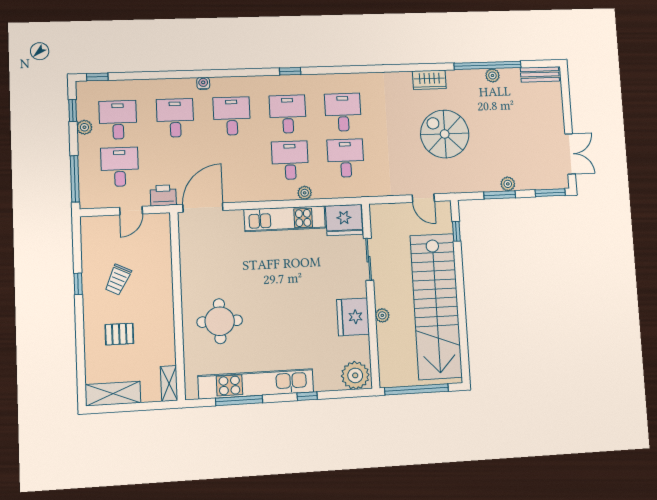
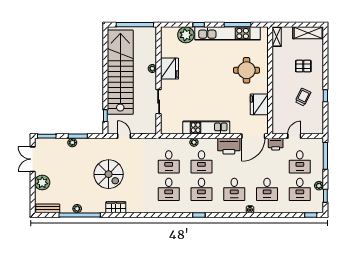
plant: (552, 116) -> (42, 183), added
printer: (245, 189) -> (229, 146), added
fridge: (344, 220) -> (259, 104), moved, turned -90
plant: (355, 375) -> (186, 35), moved

